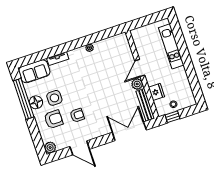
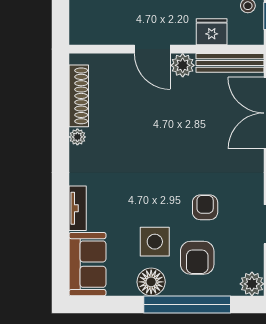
shoe rack: (108, 42) -> (79, 96), added
window: (24, 99) -> (187, 304), moved
armchair: (54, 119) -> (197, 258), turned 180

